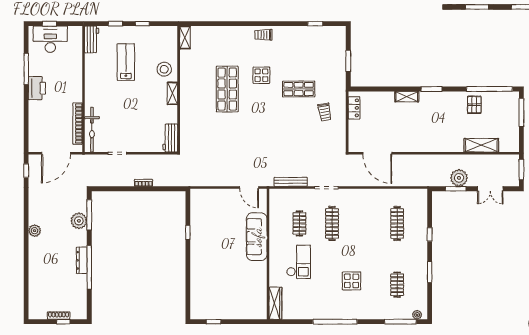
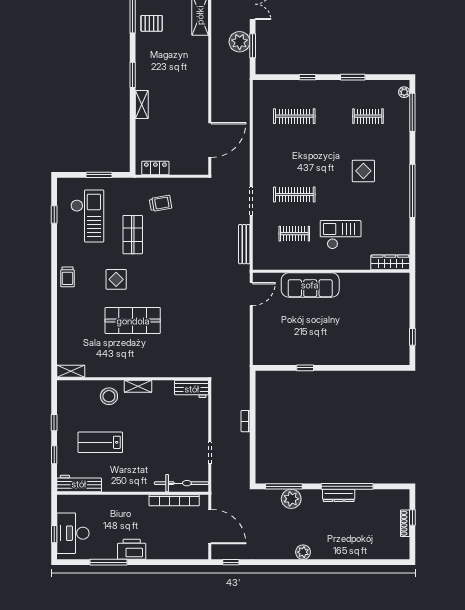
workbench: (92, 39) -> (79, 484), width x1.38
checkout: (314, 51) -> (87, 216), added

